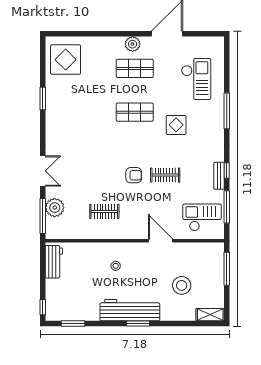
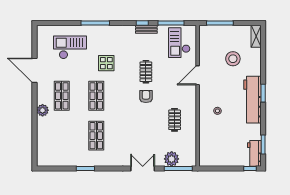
plant: (133, 44) -> (43, 110), moved
display table: (66, 60) -> (55, 150), removed
shop shelf: (84, 112) -> (96, 136), added
workbench: (54, 262) -> (254, 153), moved, turned -90

